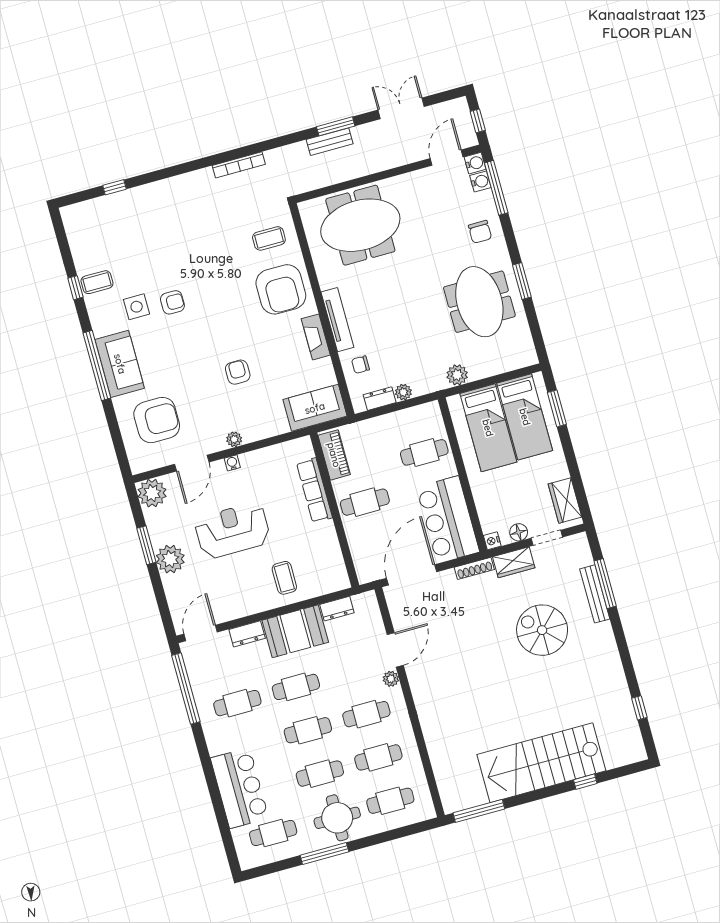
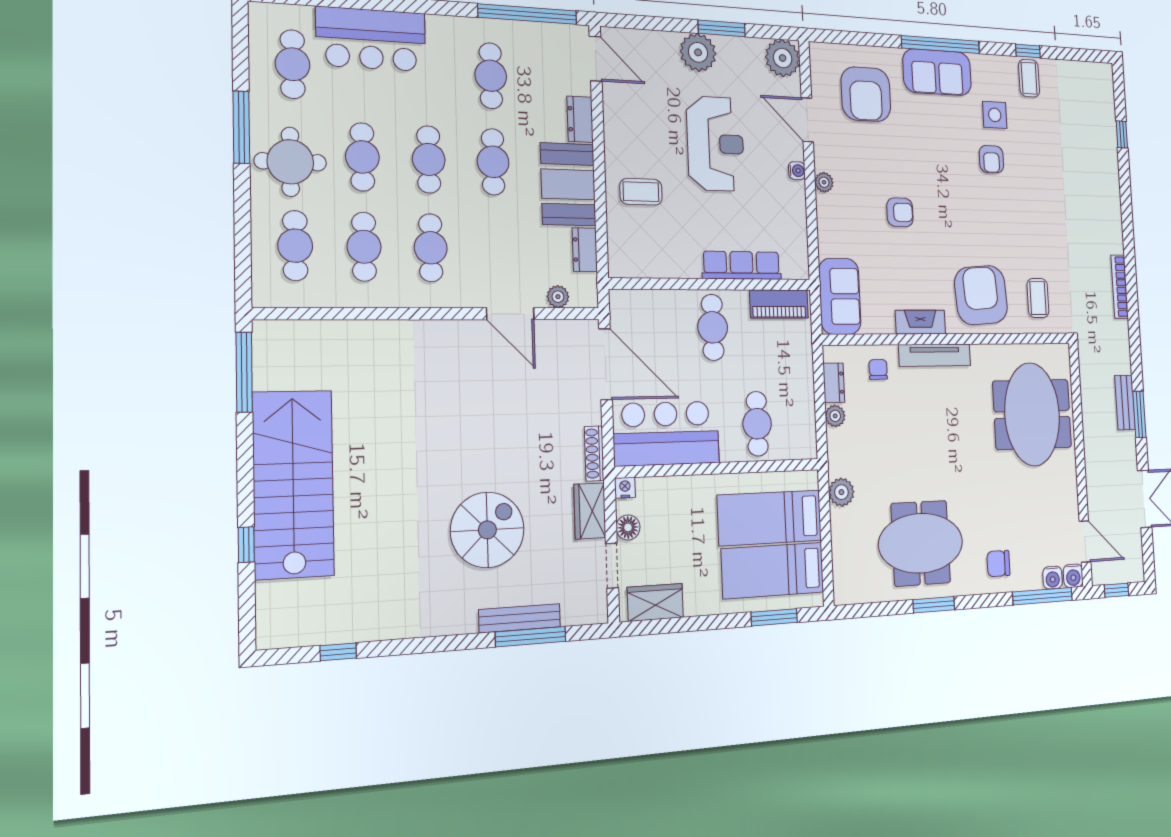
armchair: (281, 289) -> (981, 295), turned 86
plant: (391, 679) -> (558, 297), moved

